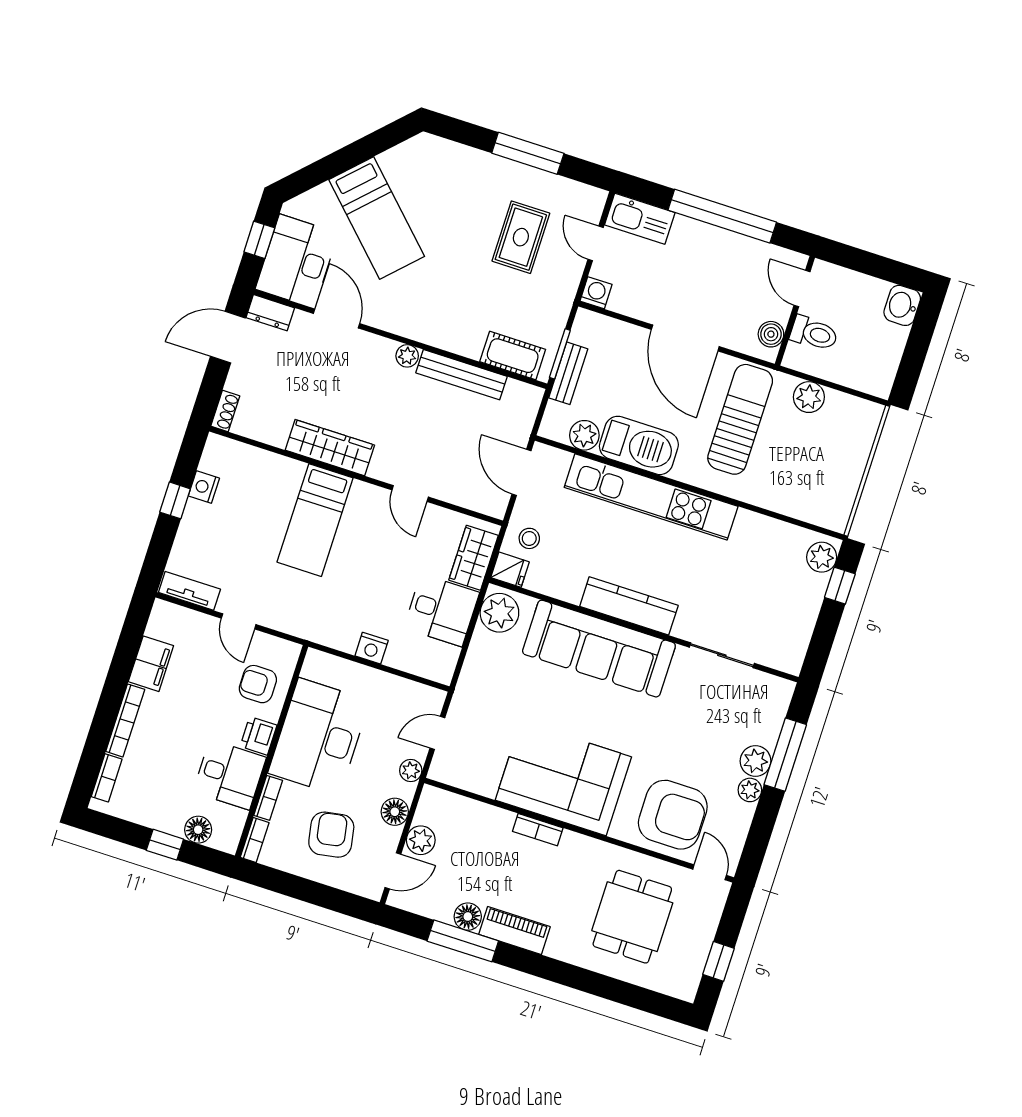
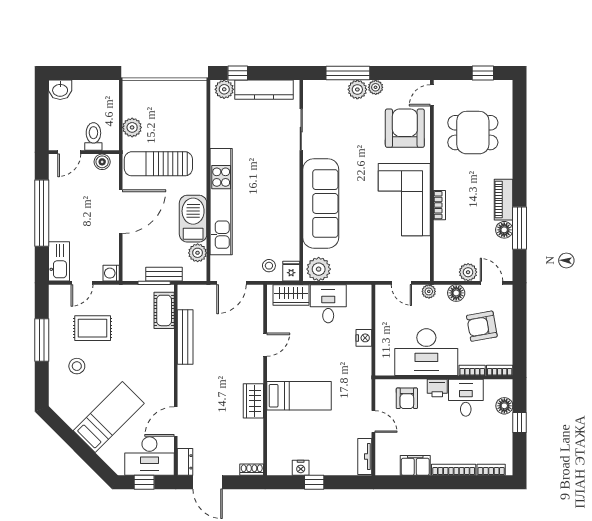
stool: (471, 194) -> (77, 366), added
plant: (407, 356) -> (184, 373), removed
wardrobe: (330, 448) -> (253, 401), width x0.67
kitchen counter: (629, 606) -> (264, 90), moved, turned -90
door: (239, 621) -> (373, 422), hinge flipped

